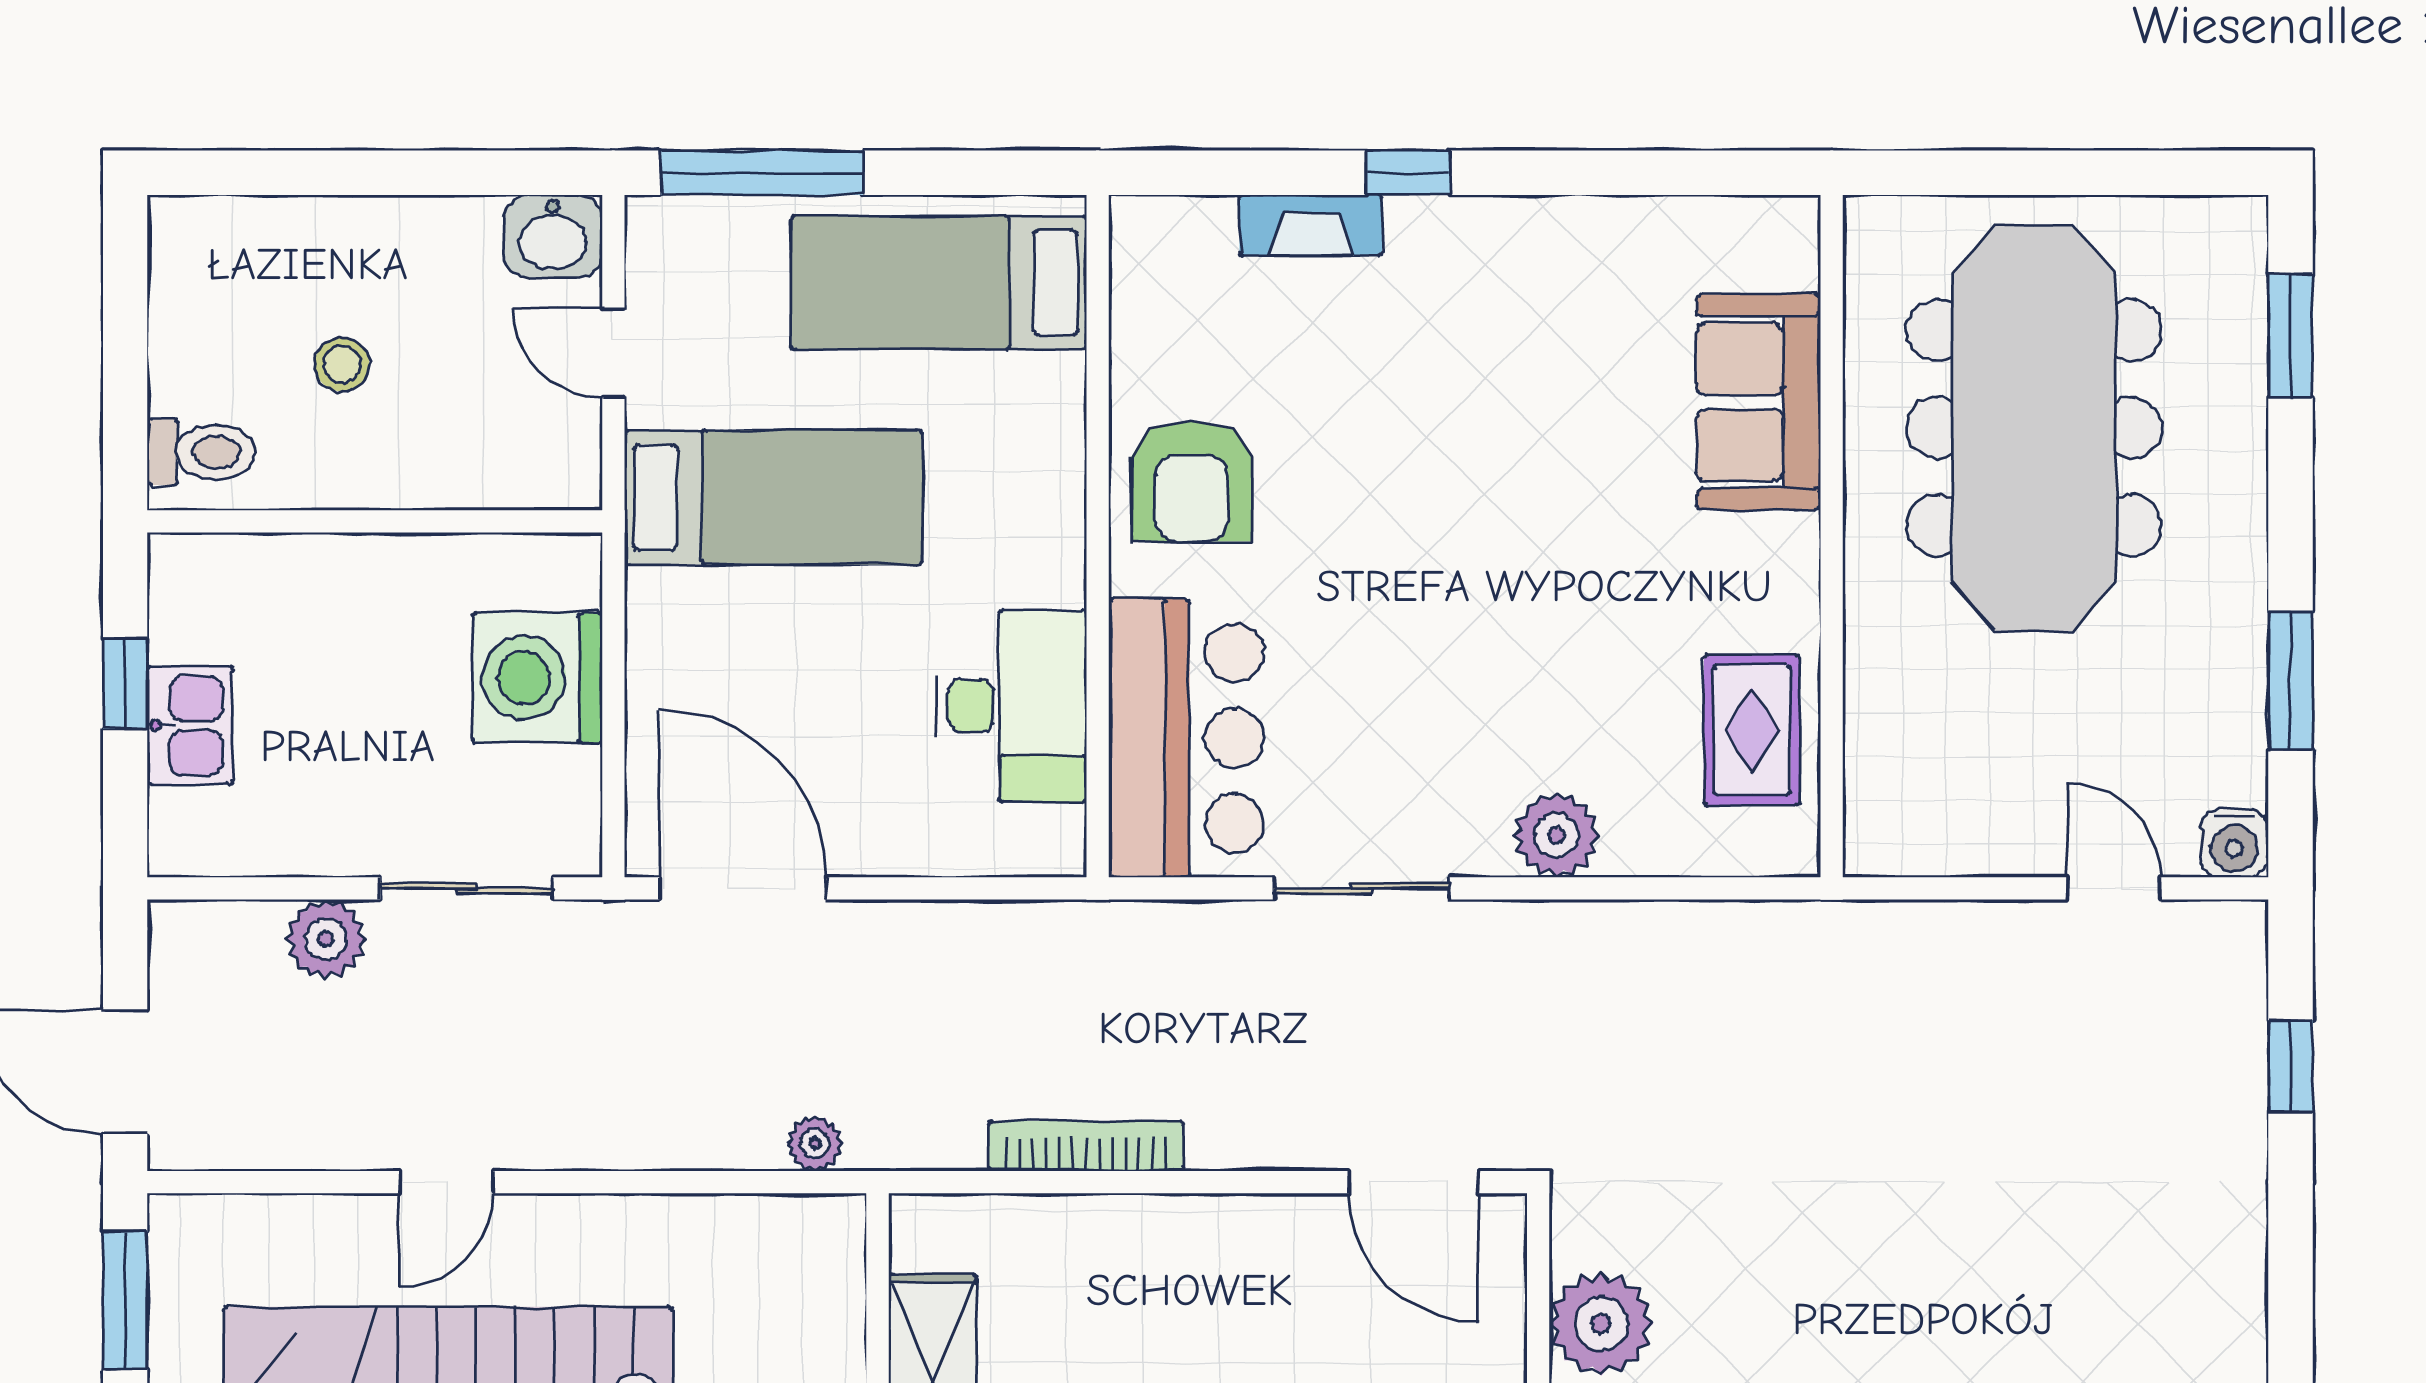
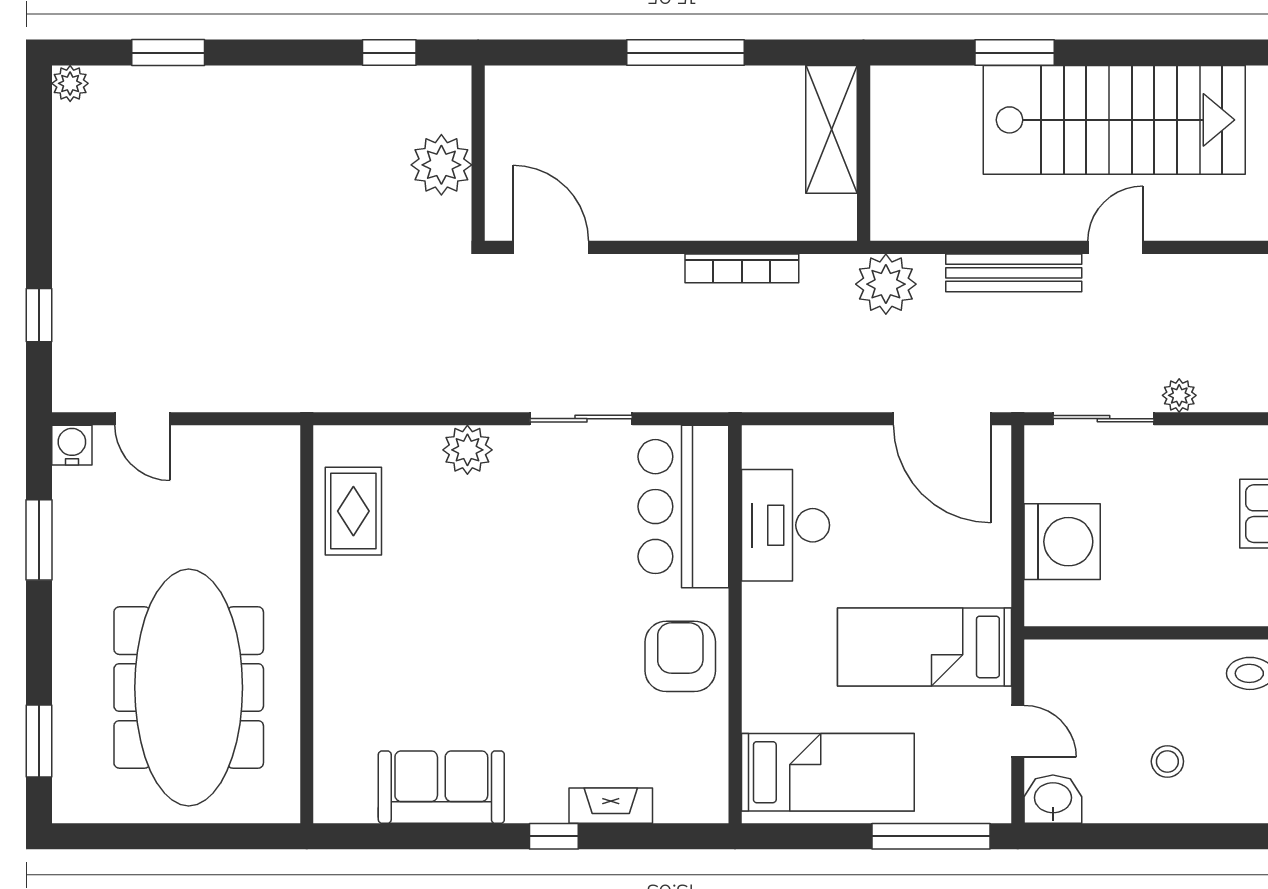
stool: (342, 364) -> (1167, 761), moved
sofa: (1758, 402) -> (441, 787), moved, turned -90
plant: (326, 939) -> (1179, 395), width x0.73, depth x0.73
bench: (620, 1138) -> (1014, 273), added
plant: (815, 1143) -> (886, 284), width x1.88, depth x1.88

